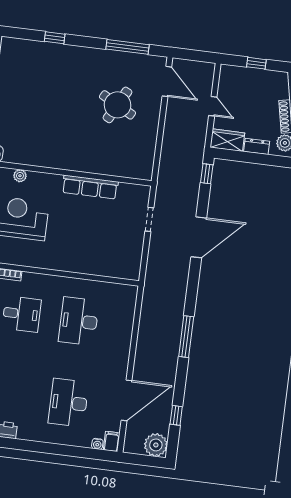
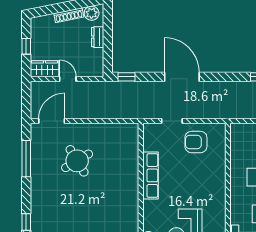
round table: (118, 105) -> (77, 161), turned 31
door: (213, 106) -> (68, 79), hinge flipped
wardrobe: (227, 140) -> (45, 69), moved, turned 90
armchair: (122, 244) -> (196, 142), added

